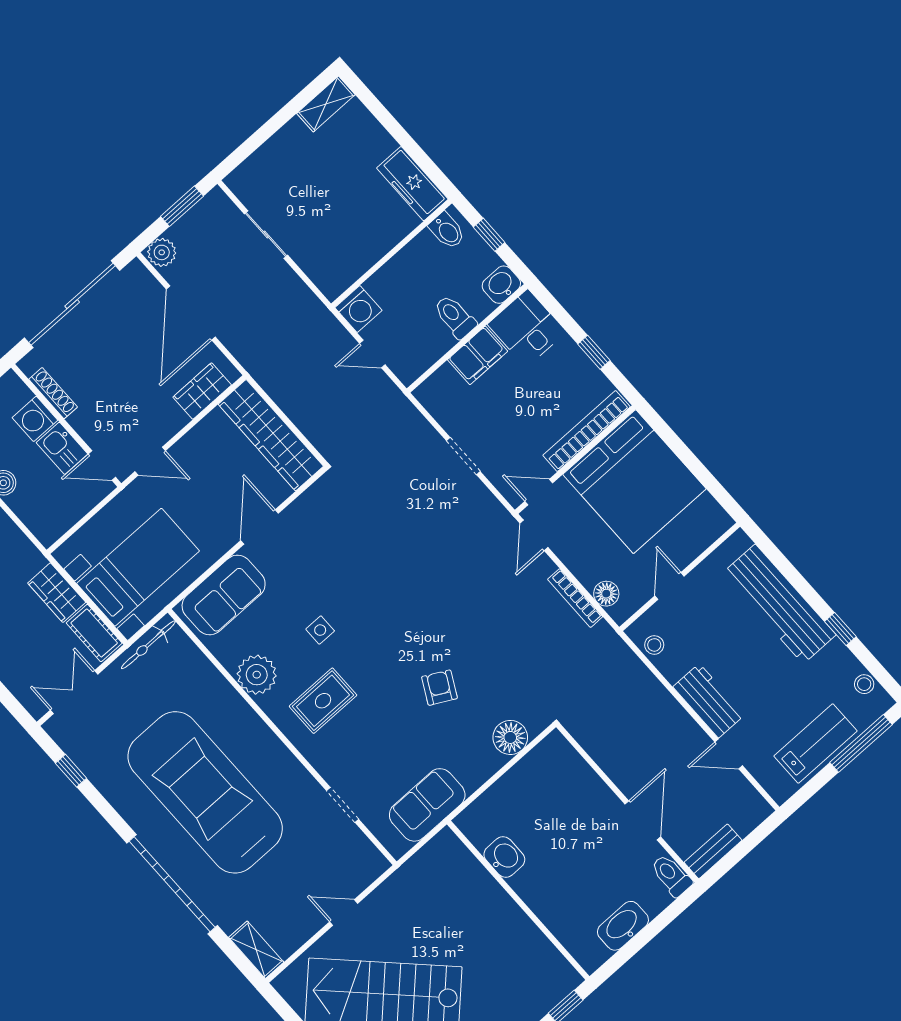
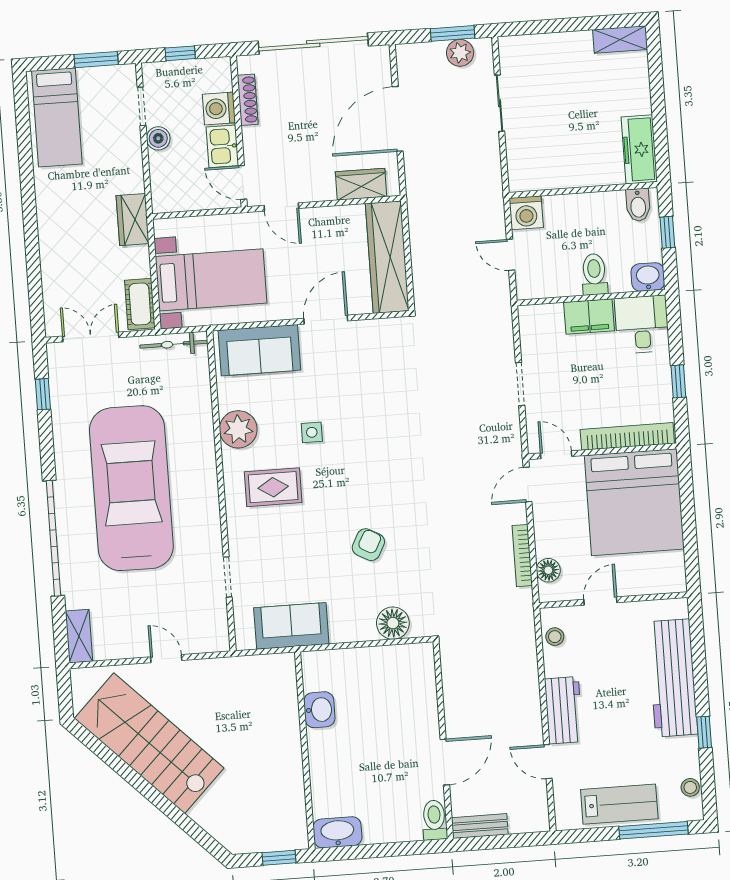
plant: (162, 252) -> (460, 53), moved
wardrobe: (57, 593) -> (133, 220), moved
washbasin: (623, 926) -> (337, 832), moved

